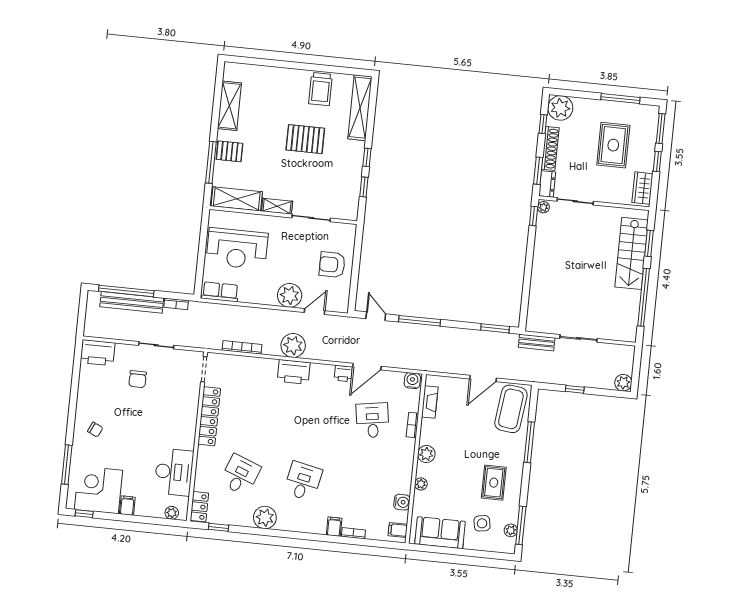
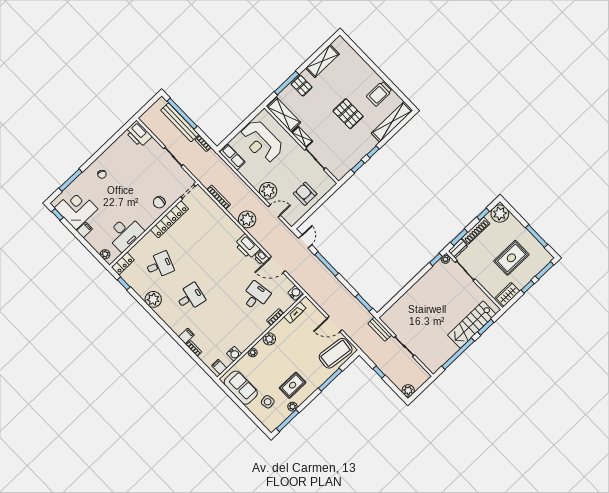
printer: (294, 372) -> (247, 246), moved
chair: (138, 379) -> (159, 202), moved
plant: (511, 530) -> (292, 407), moved

